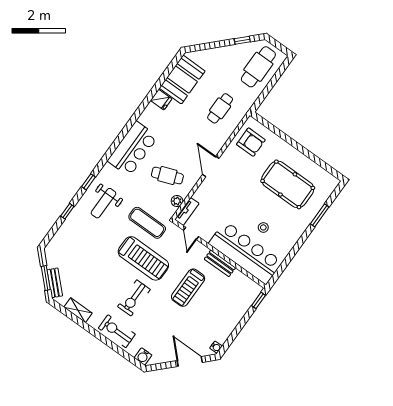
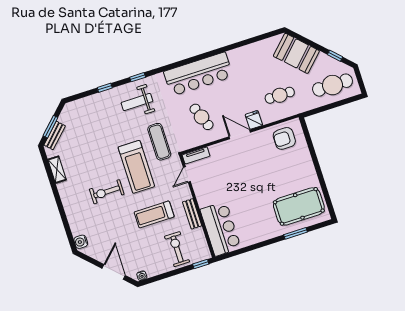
booth: (182, 80) -> (296, 53), moved, turned 45
fridge: (161, 100) -> (254, 120), moved, turned 180
armchair: (251, 142) -> (284, 138), turned 90
bar counter: (133, 149) -> (198, 74), width x1.36
door: (211, 167) -> (240, 134), hinge flipped
pool table: (288, 184) -> (299, 206), moved, turned 90
plant: (177, 201) -> (194, 142), removed
stool: (263, 227) -> (246, 211), removed
bar counter: (246, 253) -> (221, 229), width x0.73
exercise bike: (117, 331) -> (177, 249), moved

